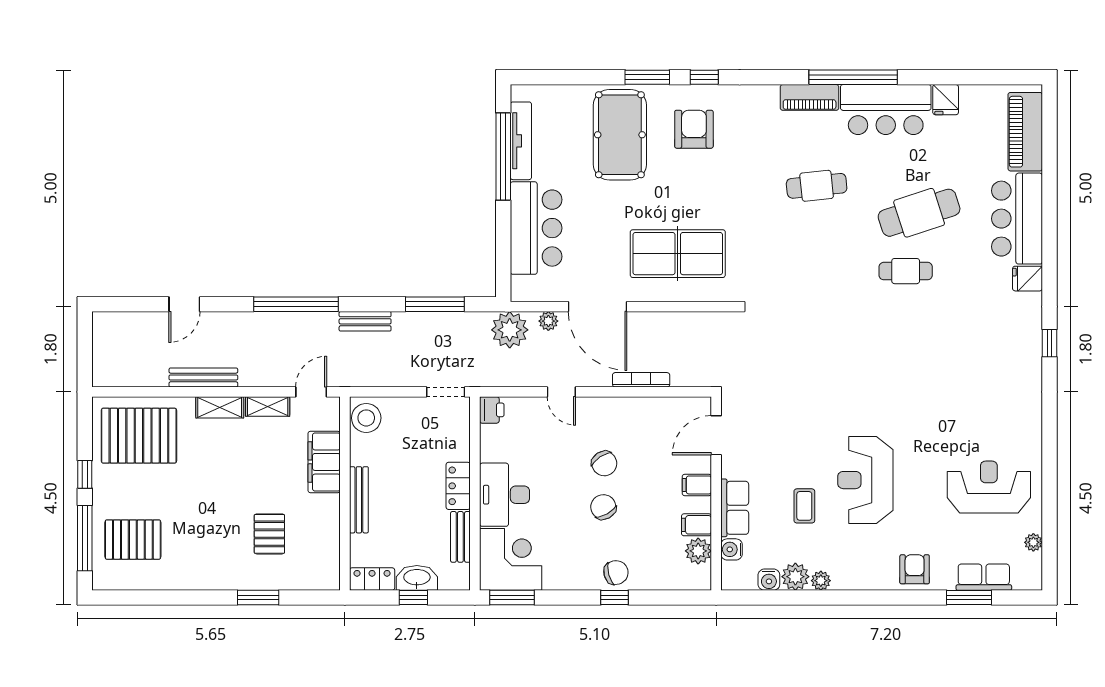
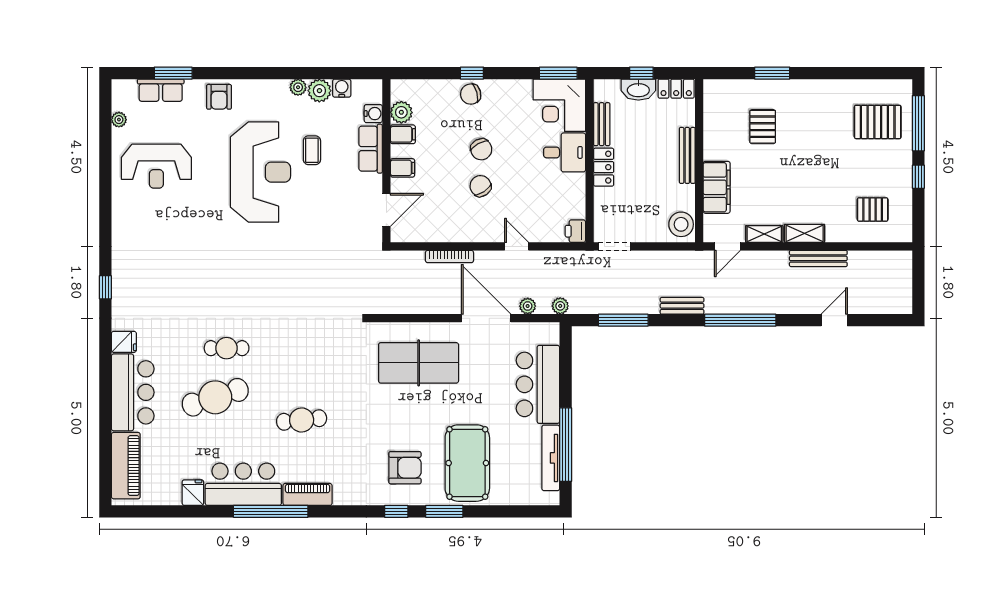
armchair: (694, 129) -> (405, 468), turned -90
plant: (510, 330) -> (560, 306), width x0.53, depth x0.53
pallet: (139, 436) -> (873, 209), width x0.49, depth x0.50
reception desk: (865, 480) -> (260, 172), width x1.36, depth x1.30
desk: (505, 495) -> (565, 152), width x0.73

